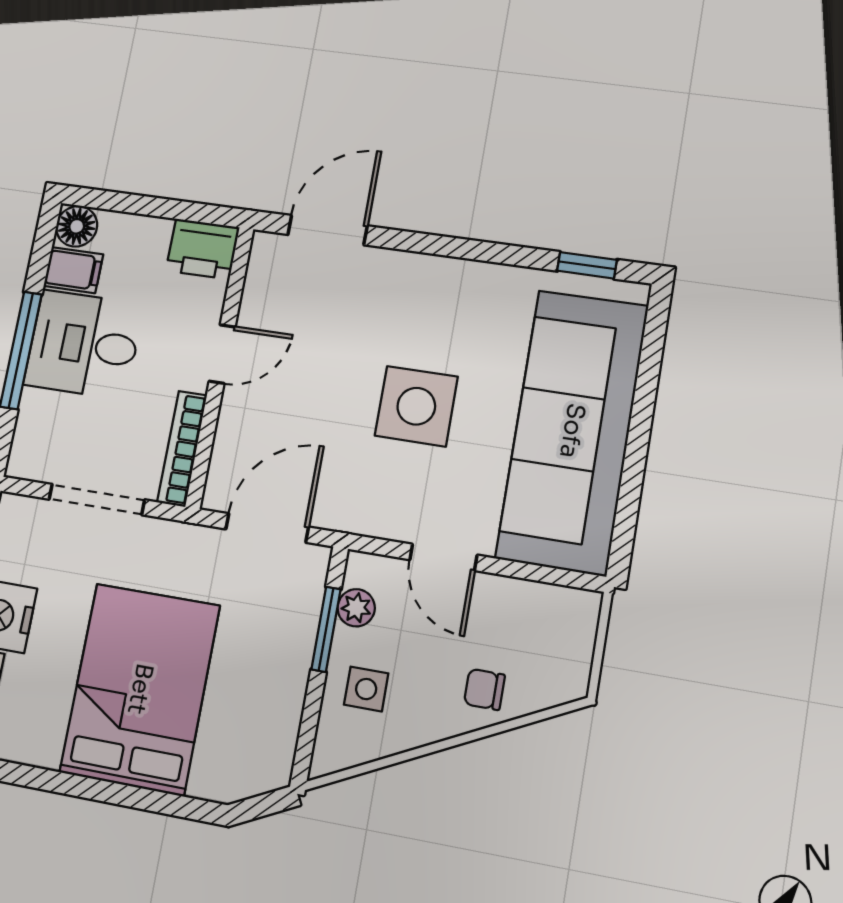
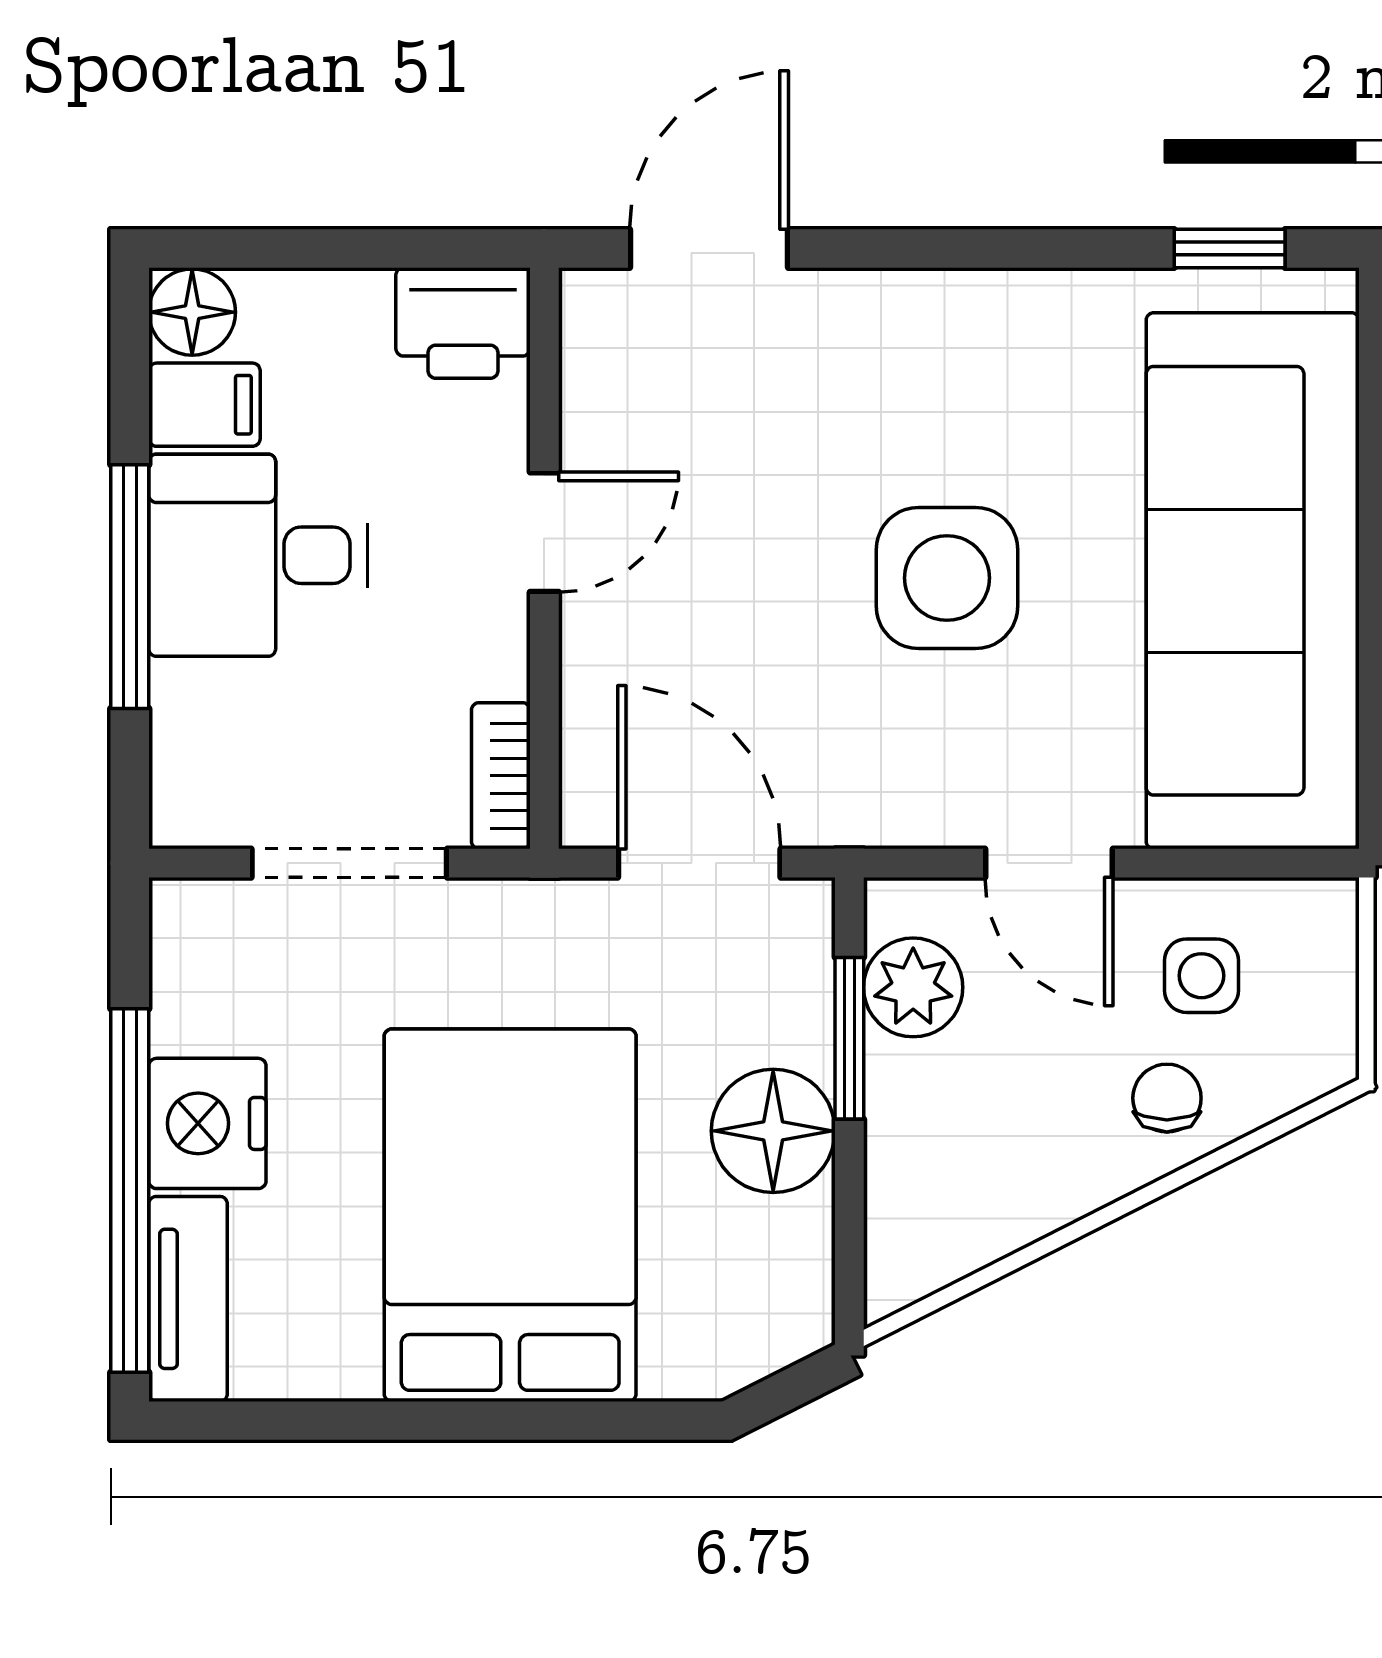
bookcase: (182, 449) -> (501, 776), width x0.64
door: (267, 528) -> (699, 863), hinge flipped
plant: (356, 608) -> (913, 987), width x1.38, depth x1.38
floor lamp: (279, 670) -> (773, 1131), added
side table: (366, 689) -> (1201, 976), moved
chair: (484, 689) -> (1167, 1098), turned 90

